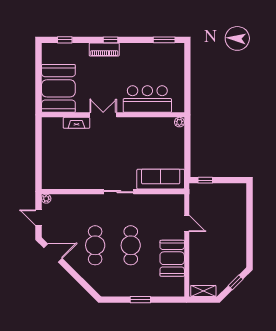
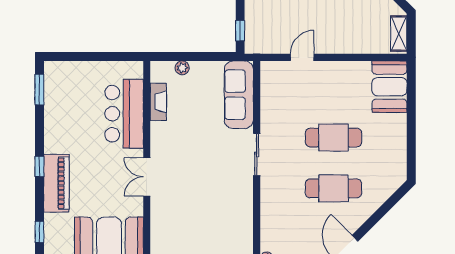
piano: (104, 49) -> (56, 183), width x1.37, depth x1.33
plant: (179, 122) -> (182, 68), moved
fireplace: (76, 123) -> (158, 102), moved
booth: (172, 258) -> (389, 87), moved, turned 90
window: (140, 300) -> (411, 124), removed

